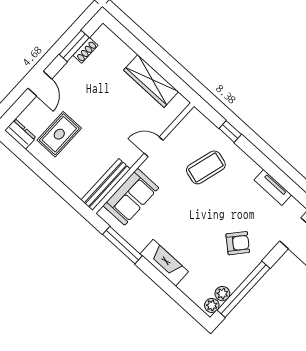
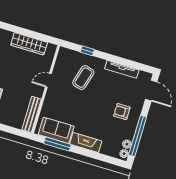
tv unit: (273, 187) -> (122, 69), width x1.41
sofa: (131, 197) -> (56, 130), moved, turned -90
armchair: (238, 243) -> (122, 112), turned -131

